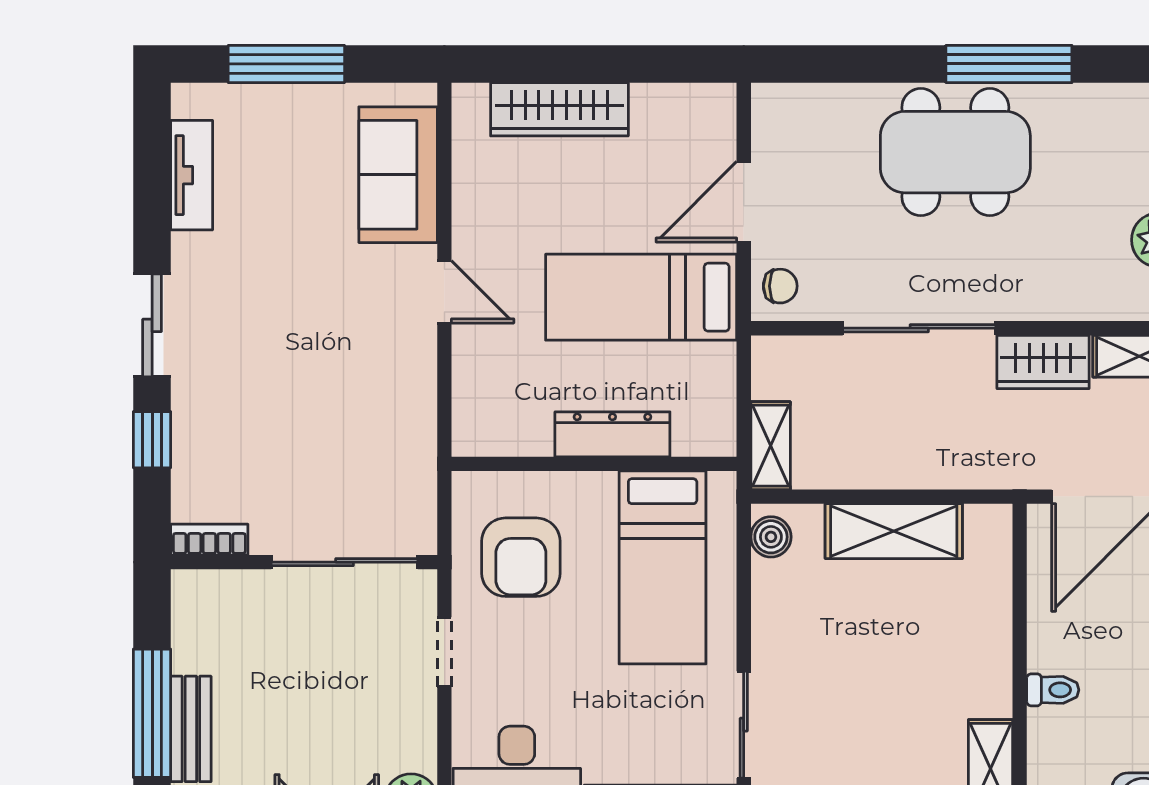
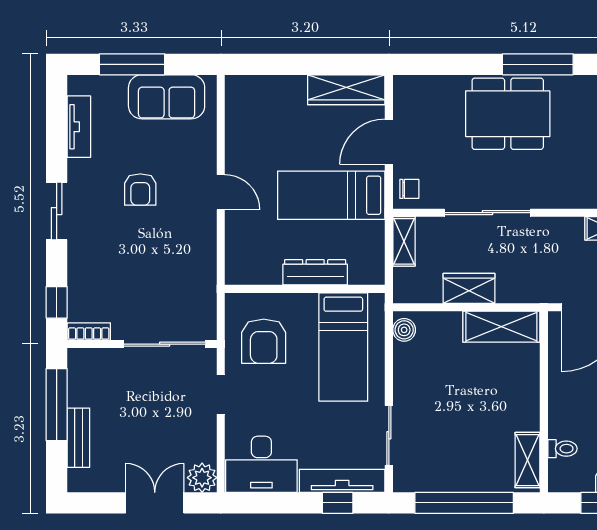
wardrobe: (559, 109) -> (346, 90), moved
sofa: (398, 175) -> (167, 97), moved, turned -90
armchair: (301, 287) -> (140, 189), added
wardrobe: (1043, 362) -> (469, 288), moved, turned 180
window: (152, 440) -> (57, 302), moved
shelving: (771, 446) -> (404, 241), moved
shelving: (894, 531) -> (501, 327), moved
toilet: (1053, 690) -> (562, 449), moved
window: (152, 713) -> (57, 405), moved

